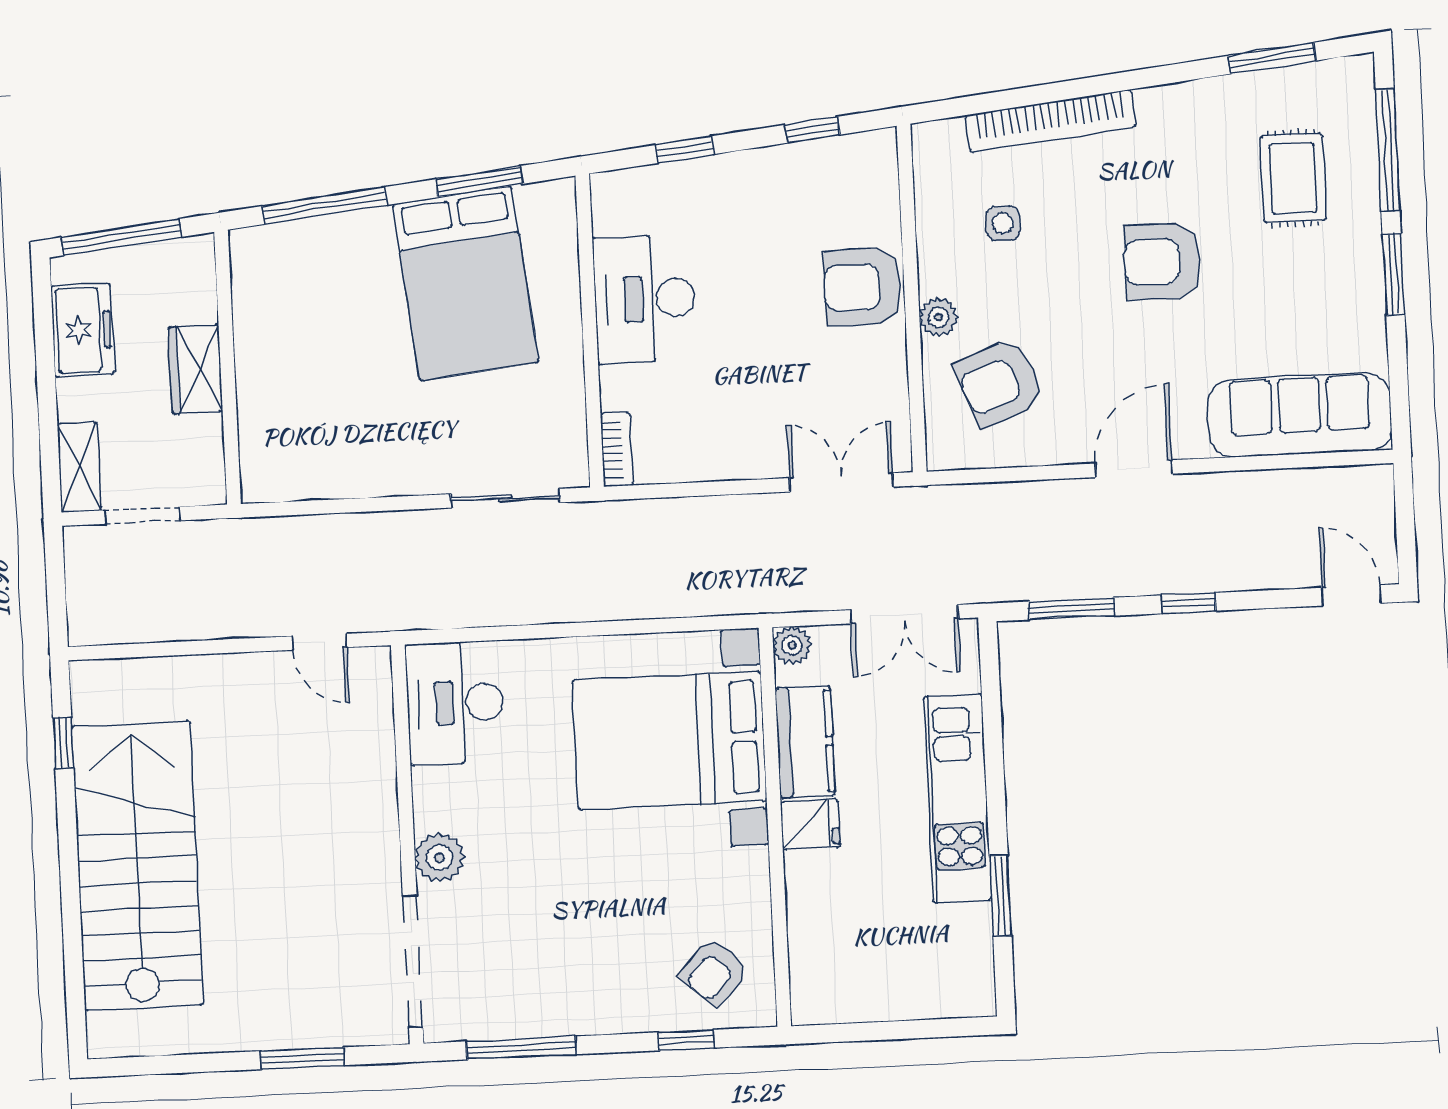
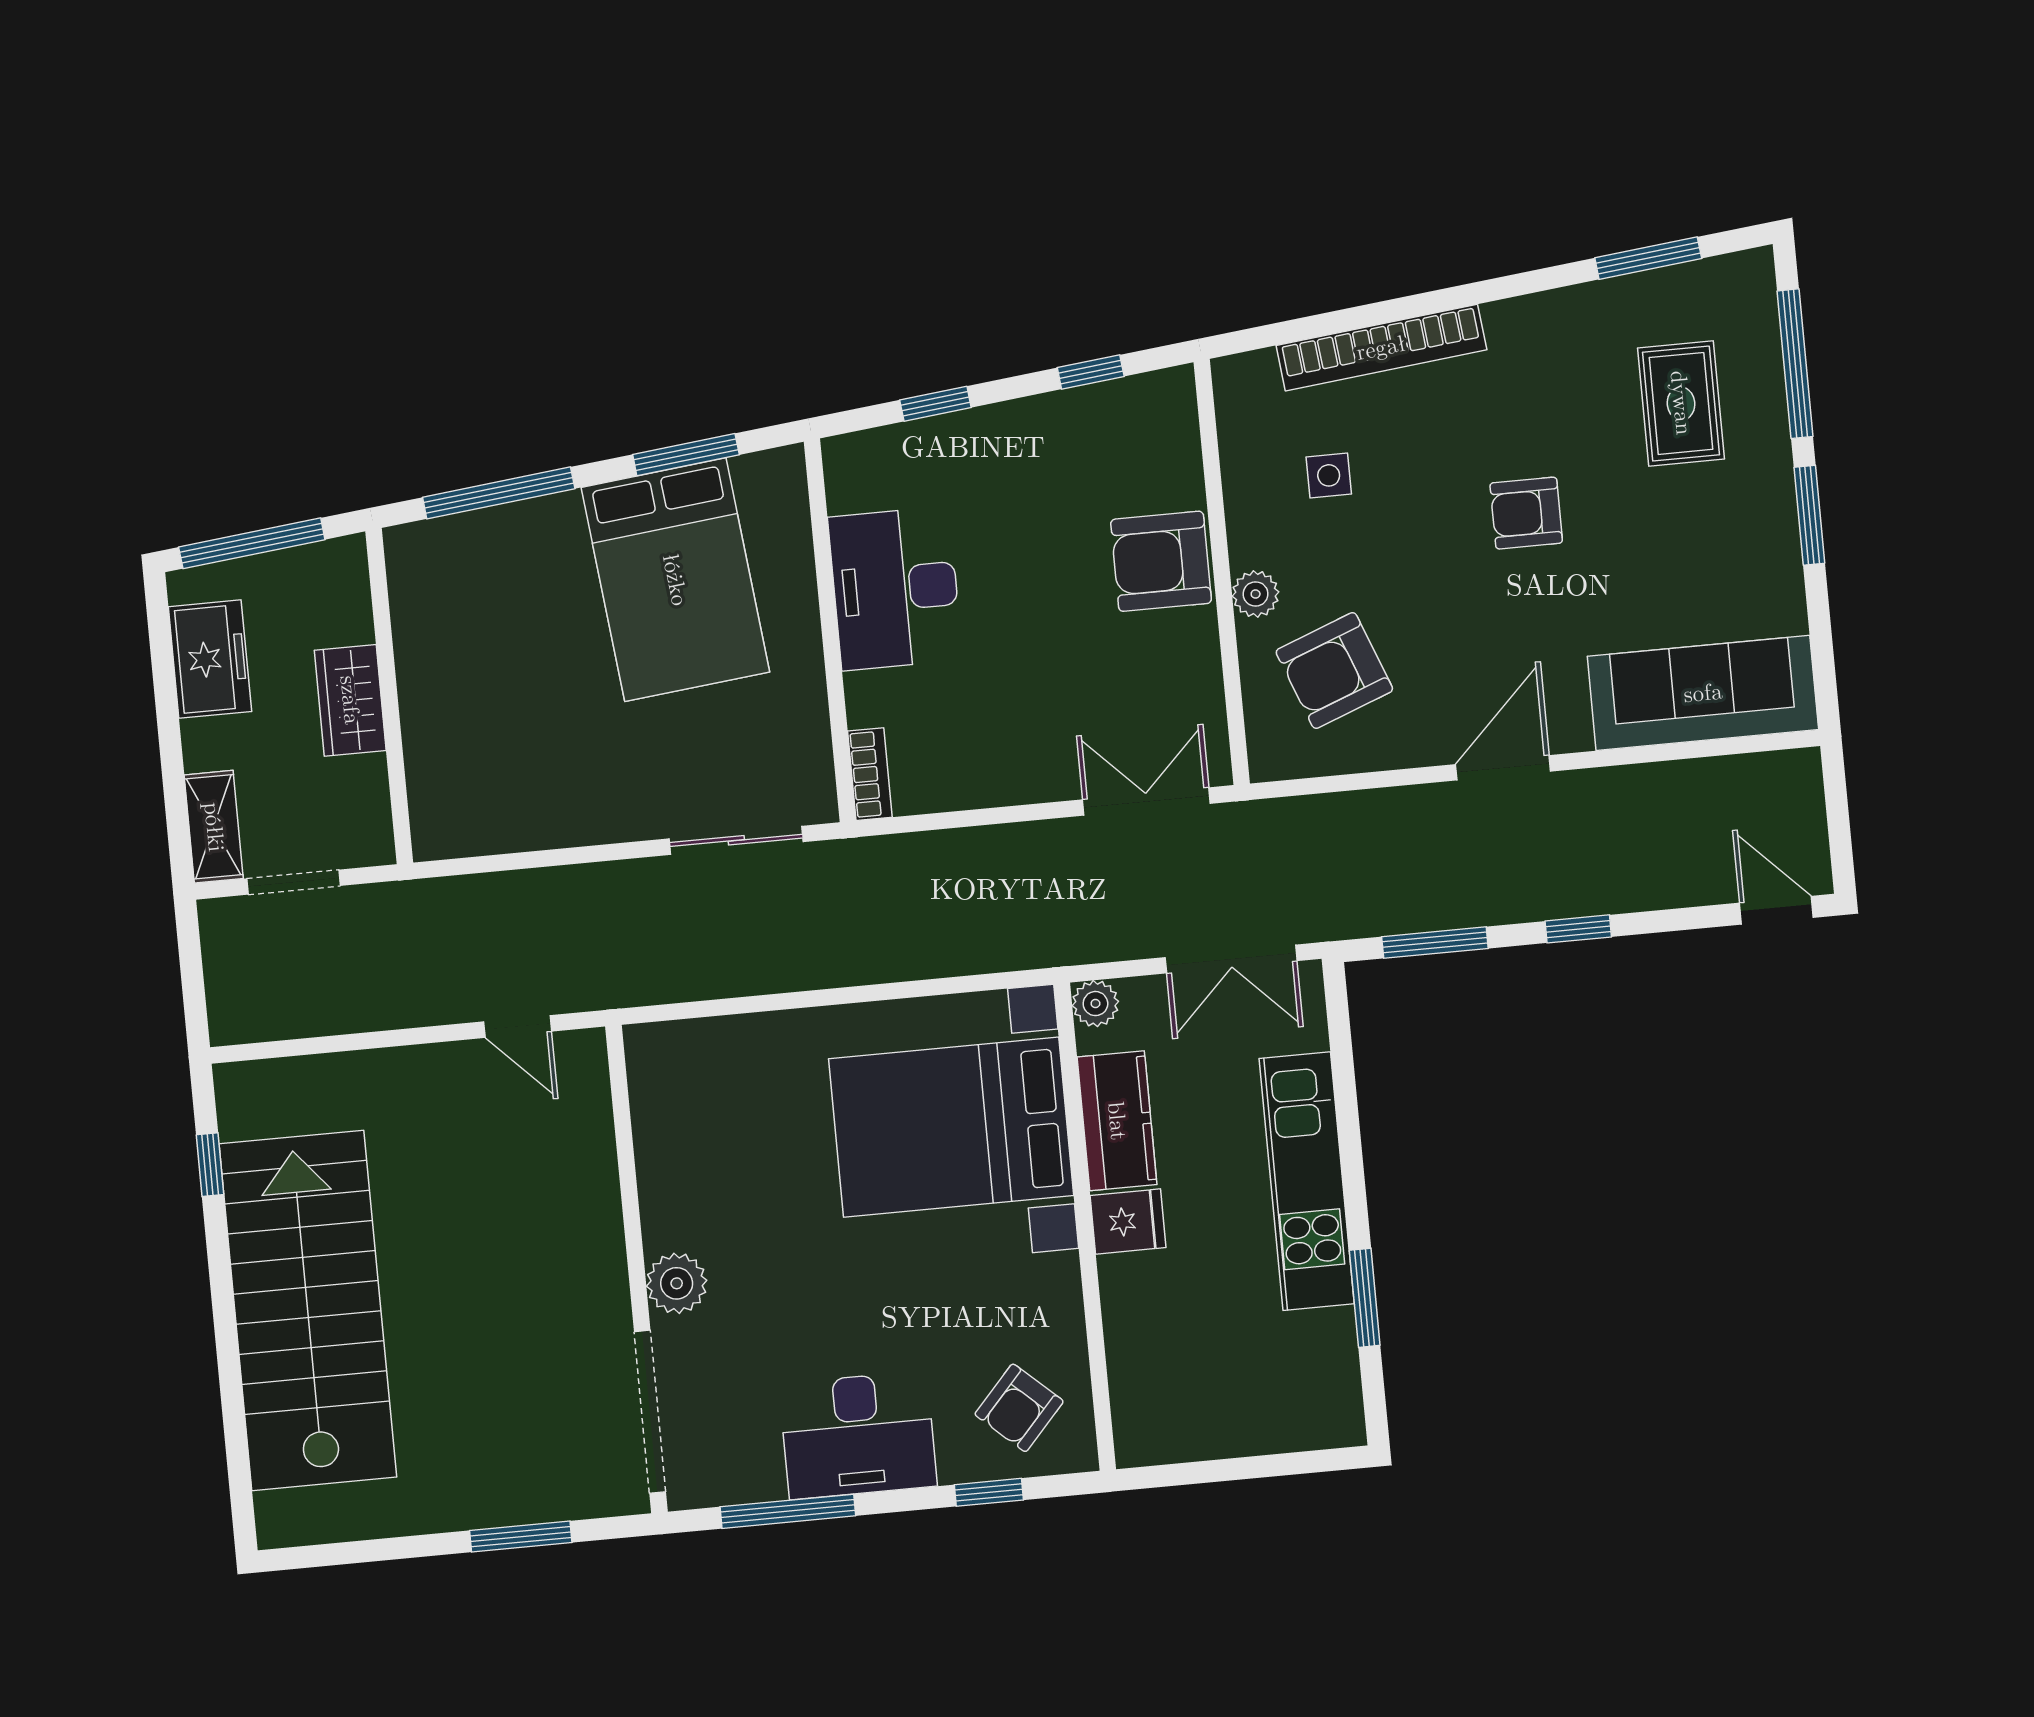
armchair: (1162, 262) -> (1526, 513), width x0.72, depth x0.72
desk: (455, 703) -> (858, 1435), moved, turned -90

